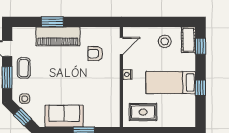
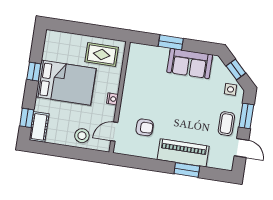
stool: (165, 41) -> (82, 136), moved
bed: (171, 82) -> (66, 83), width x1.50

